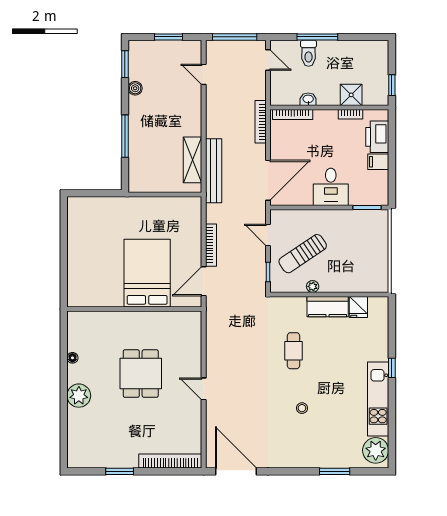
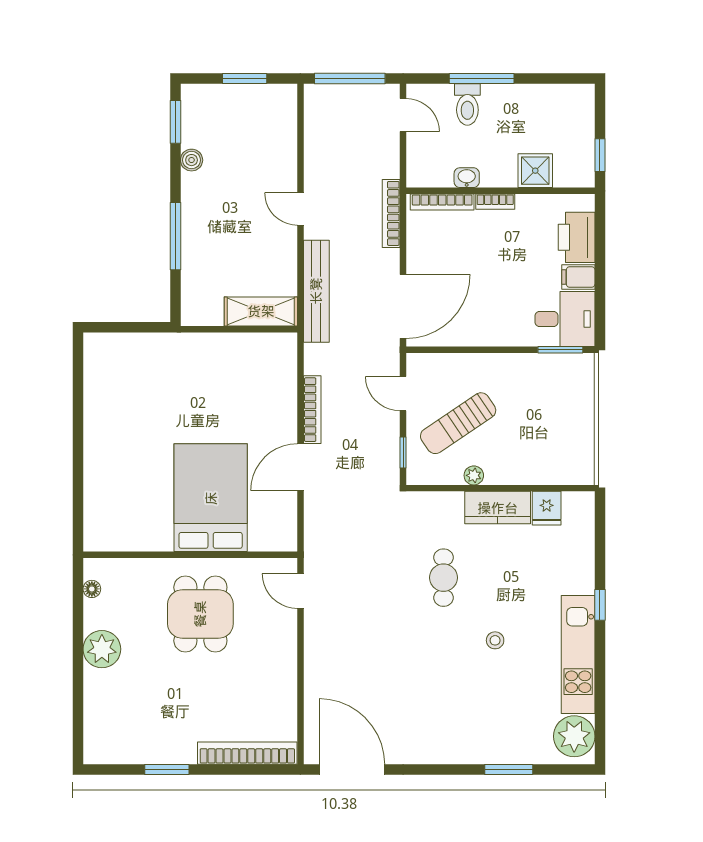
door: (204, 74) -> (300, 209), moved
bookcase: (350, 114) -> (495, 202), moved
shelving: (192, 160) -> (261, 311), moved, turned 90
desk: (331, 187) -> (565, 319), moved, turned -90
bed: (147, 273) -> (211, 498), moved
wall: (134, 309) -> (190, 555), moved
door: (204, 389) -> (300, 591), moved
stool: (302, 408) -> (495, 640), moved

